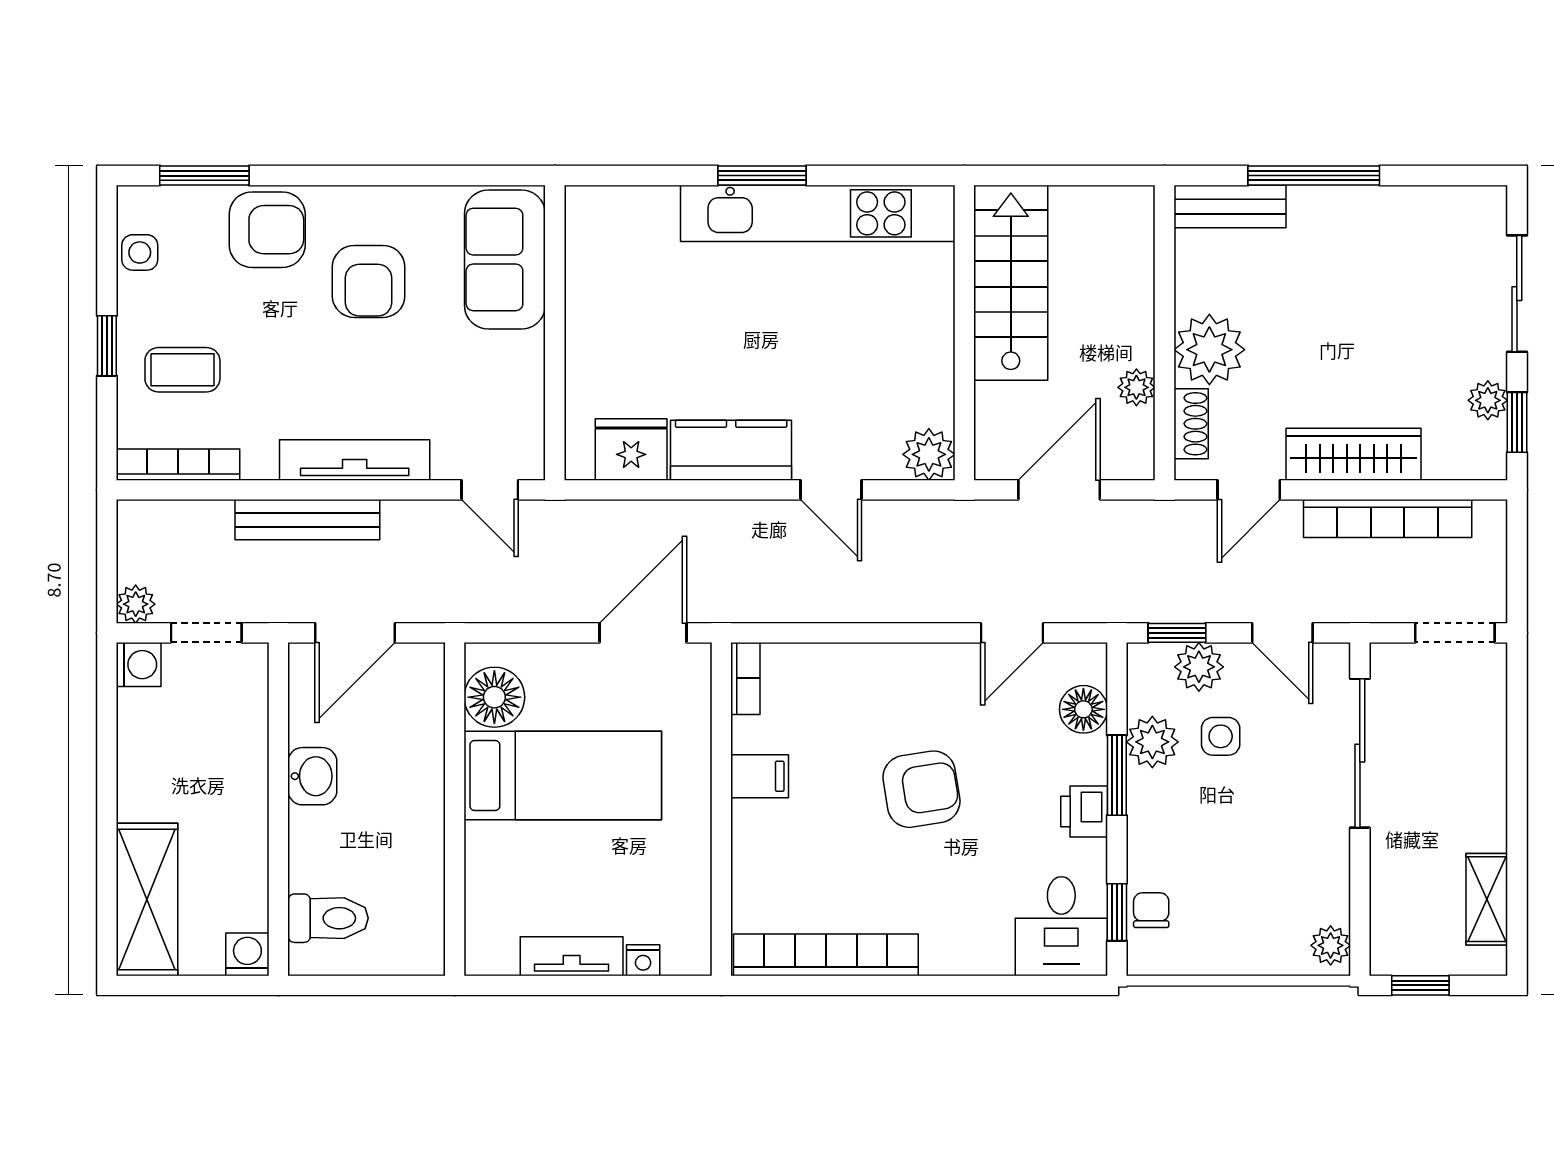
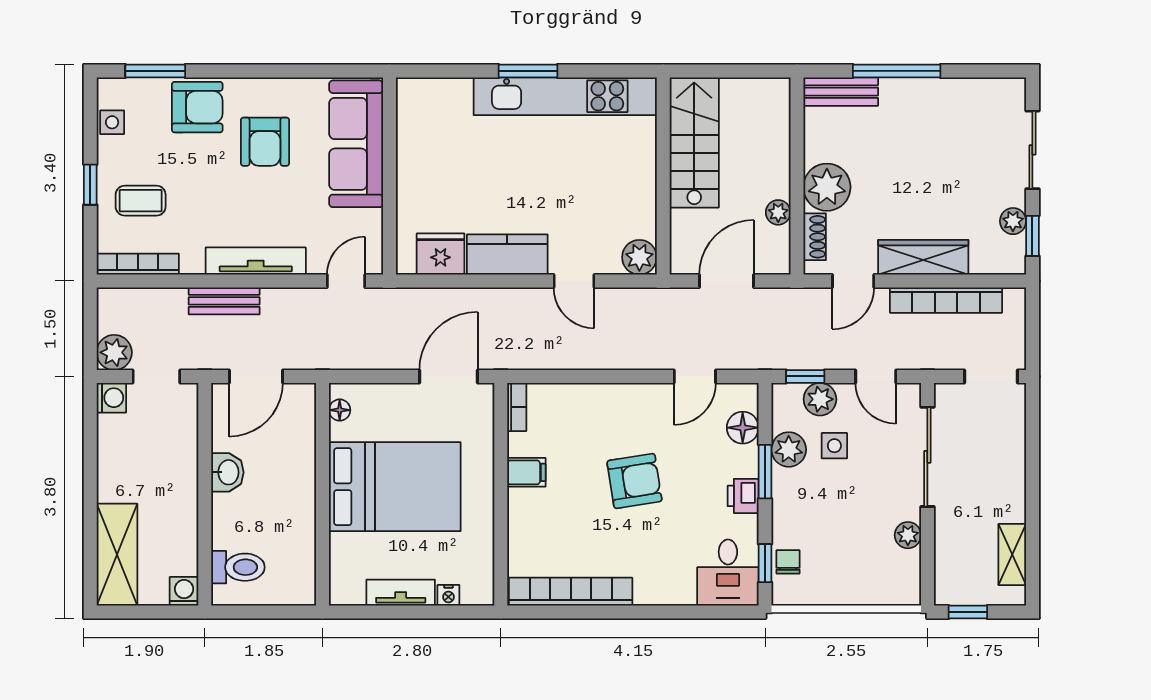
sofa: (505, 259) -> (356, 144), width x1.36
door: (490, 490) -> (346, 281), swing flipped
bench: (307, 520) -> (224, 301), width x0.73
plant: (136, 604) -> (114, 352), width x1.38, depth x1.38
floor lamp: (494, 697) -> (340, 410), width x0.53, depth x0.53
bed: (563, 776) -> (395, 487), width x1.50
plant: (1331, 945) -> (908, 535), moved

